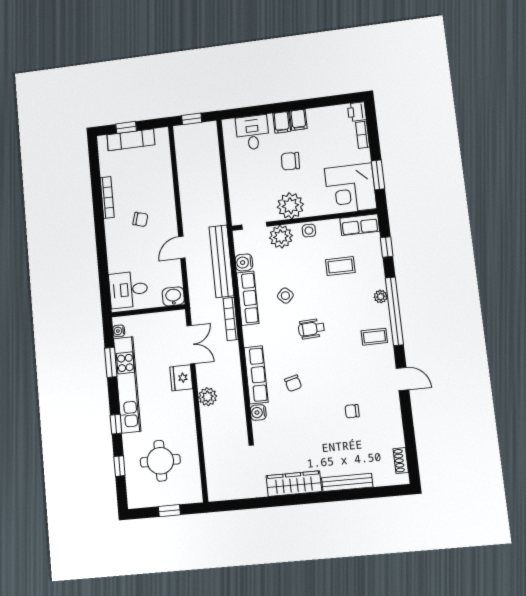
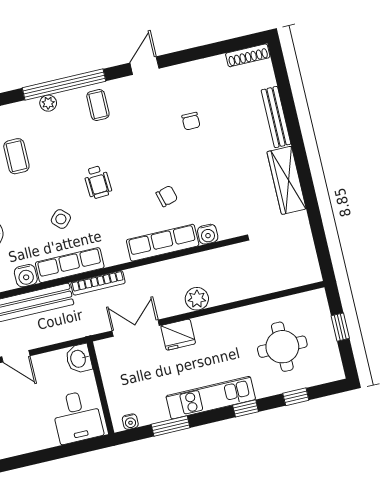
kitchen unit: (127, 385) -> (211, 398), width x0.73
shoe rack: (401, 461) -> (248, 55), width x1.43

